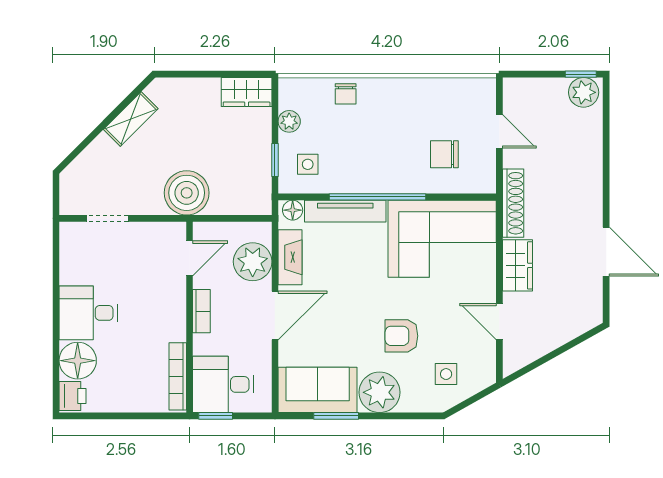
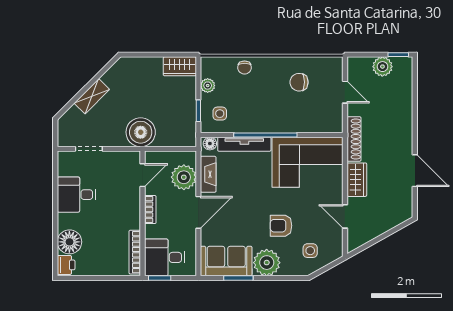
plant: (584, 92) -> (382, 67), moved
shelving: (131, 119) -> (92, 96), moved
chair: (444, 154) -> (299, 82), moved
desk: (88, 313) -> (76, 195), moved

